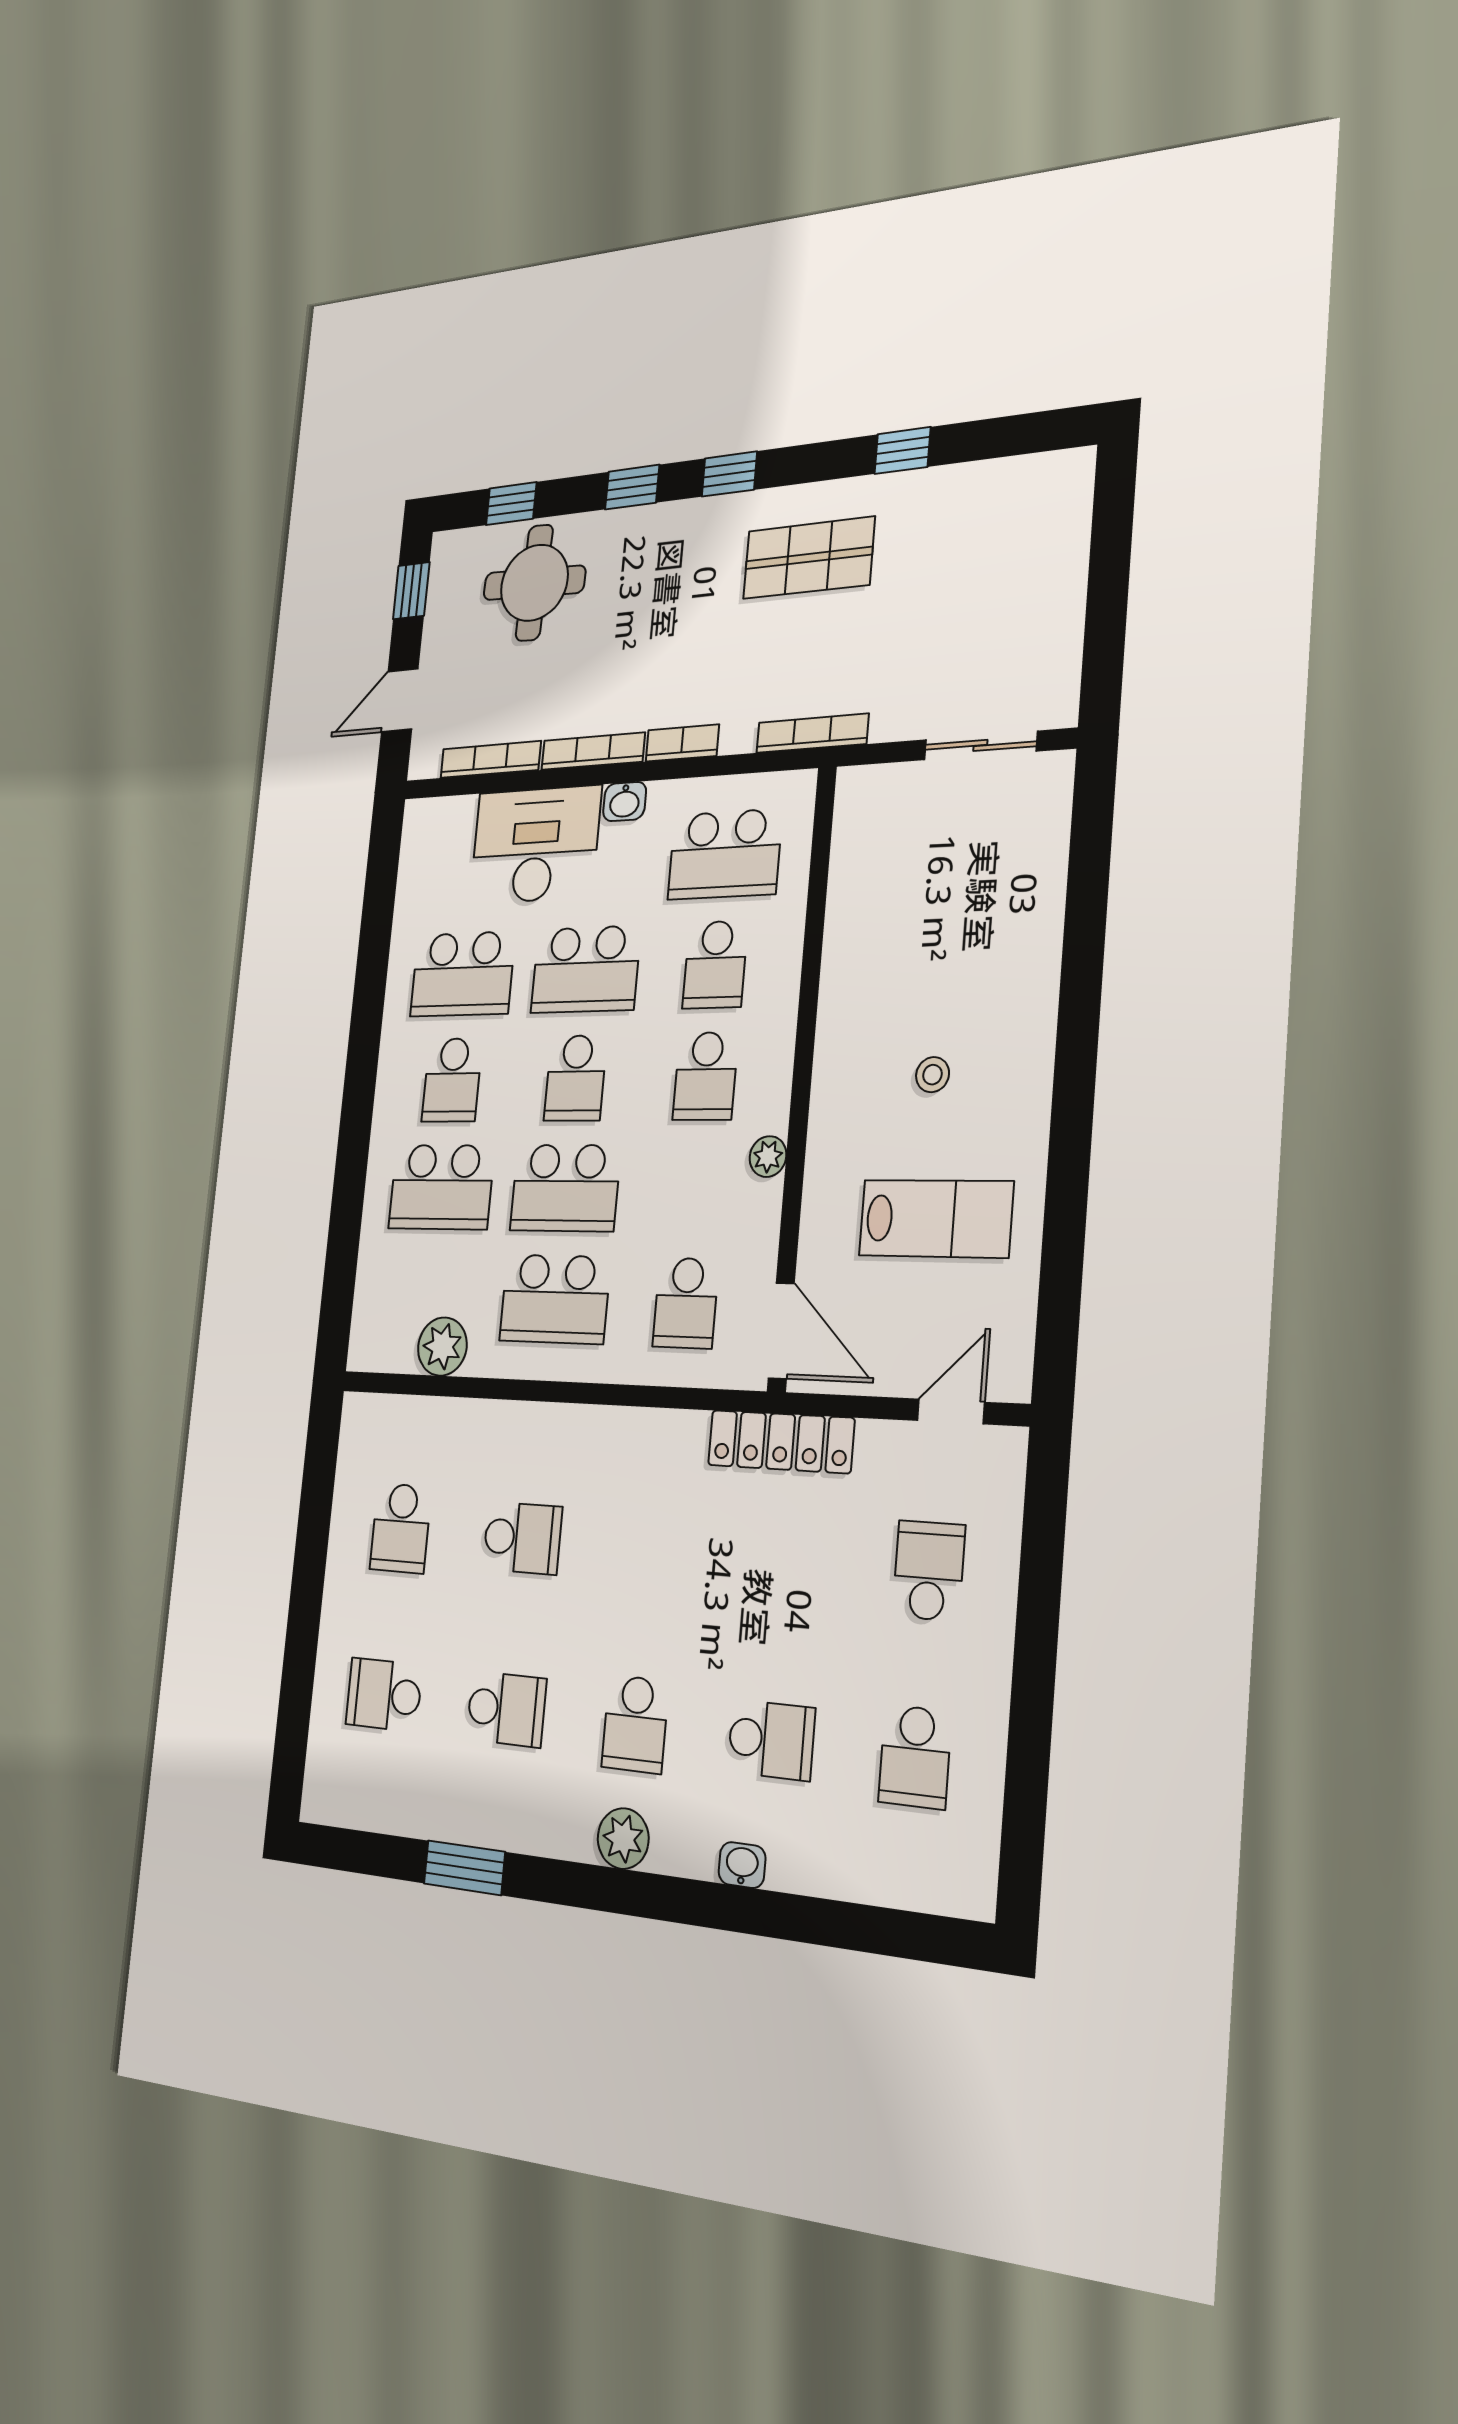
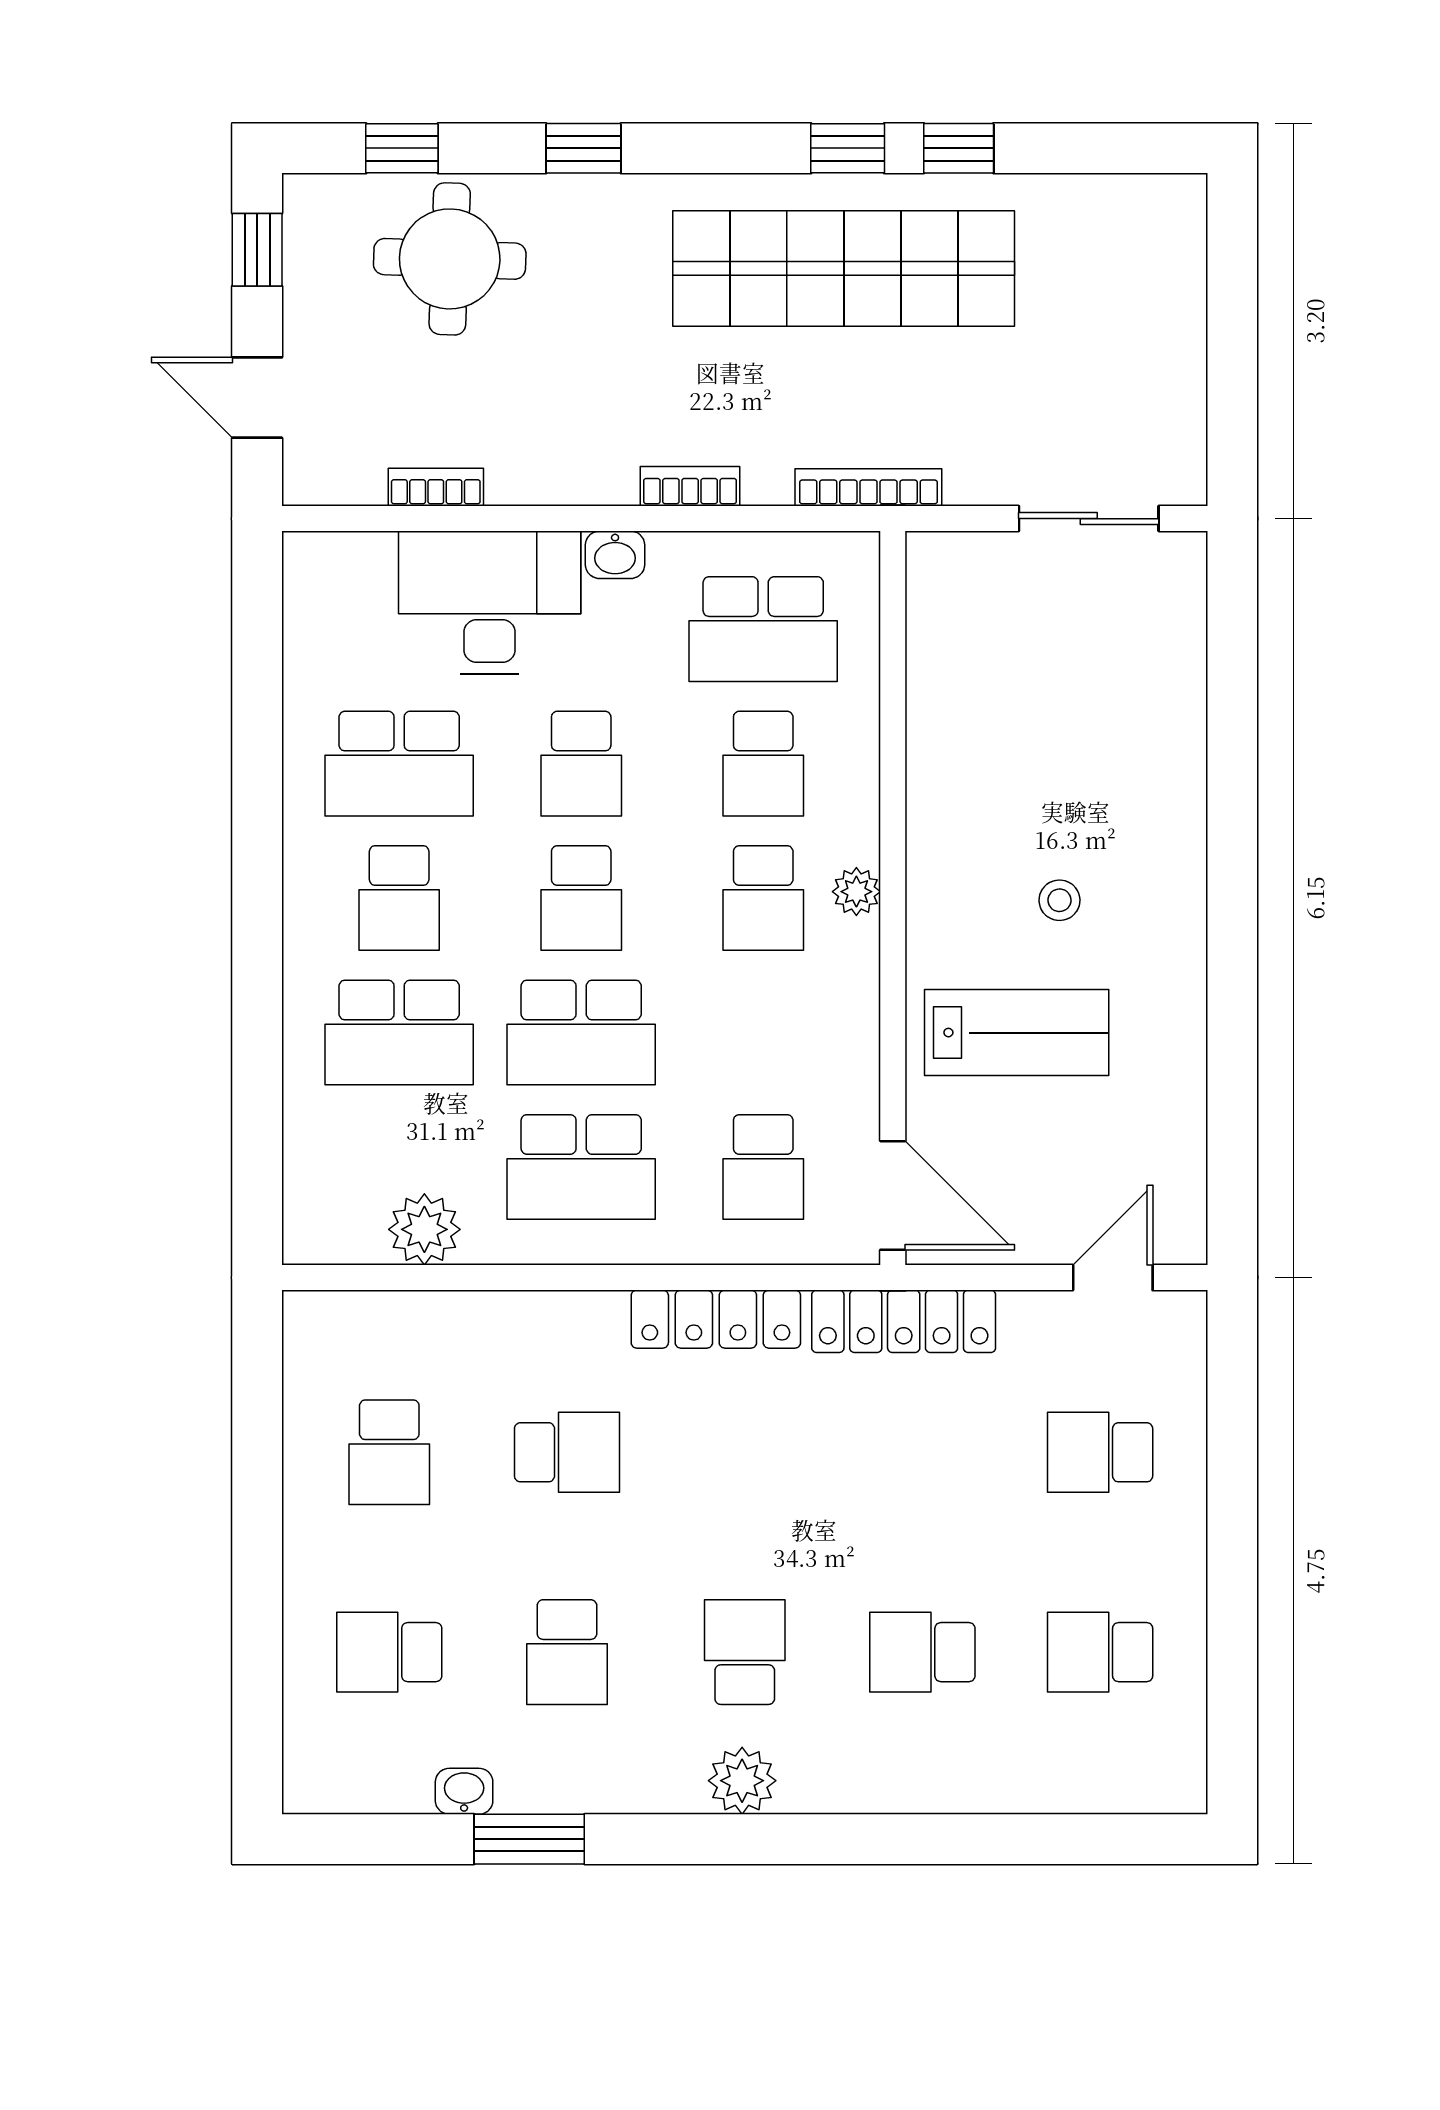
window: (729, 474) -> (848, 148), moved
shop shelf: (809, 558) -> (844, 268), width x2.00, depth x1.36
door: (400, 700) -> (257, 398), hinge flipped
bookcase: (593, 751) -> (562, 487), removed
bookcase: (490, 759) -> (436, 487), width x0.64
school desk: (586, 969) -> (581, 764), width x0.54
plant: (768, 1156) -> (856, 892), moved
lab bench: (936, 1219) -> (1017, 1033), moved
locker: (639, 1432) -> (716, 1319), added
school desk: (929, 1571) -> (1100, 1452), turned -90
school desk: (506, 1709) -> (567, 1652), turned 90
school desk: (635, 1724) -> (745, 1652), turned 180
school desk: (771, 1740) -> (922, 1652), turned 180
school desk: (915, 1757) -> (1100, 1652), turned 90
washbasin: (742, 1865) -> (464, 1791), moved

